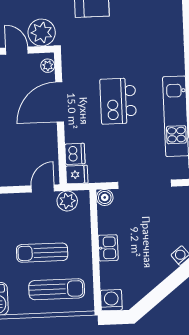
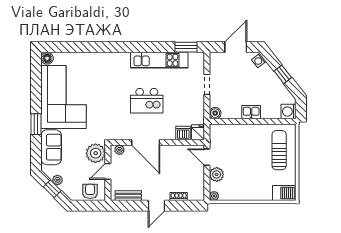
doorway: (144, 184) -> (207, 84), width x0.53
plant: (67, 201) -> (217, 174), moved
sun lounger: (42, 253) -> (253, 159), removed
window: (163, 290) -> (283, 74), added

